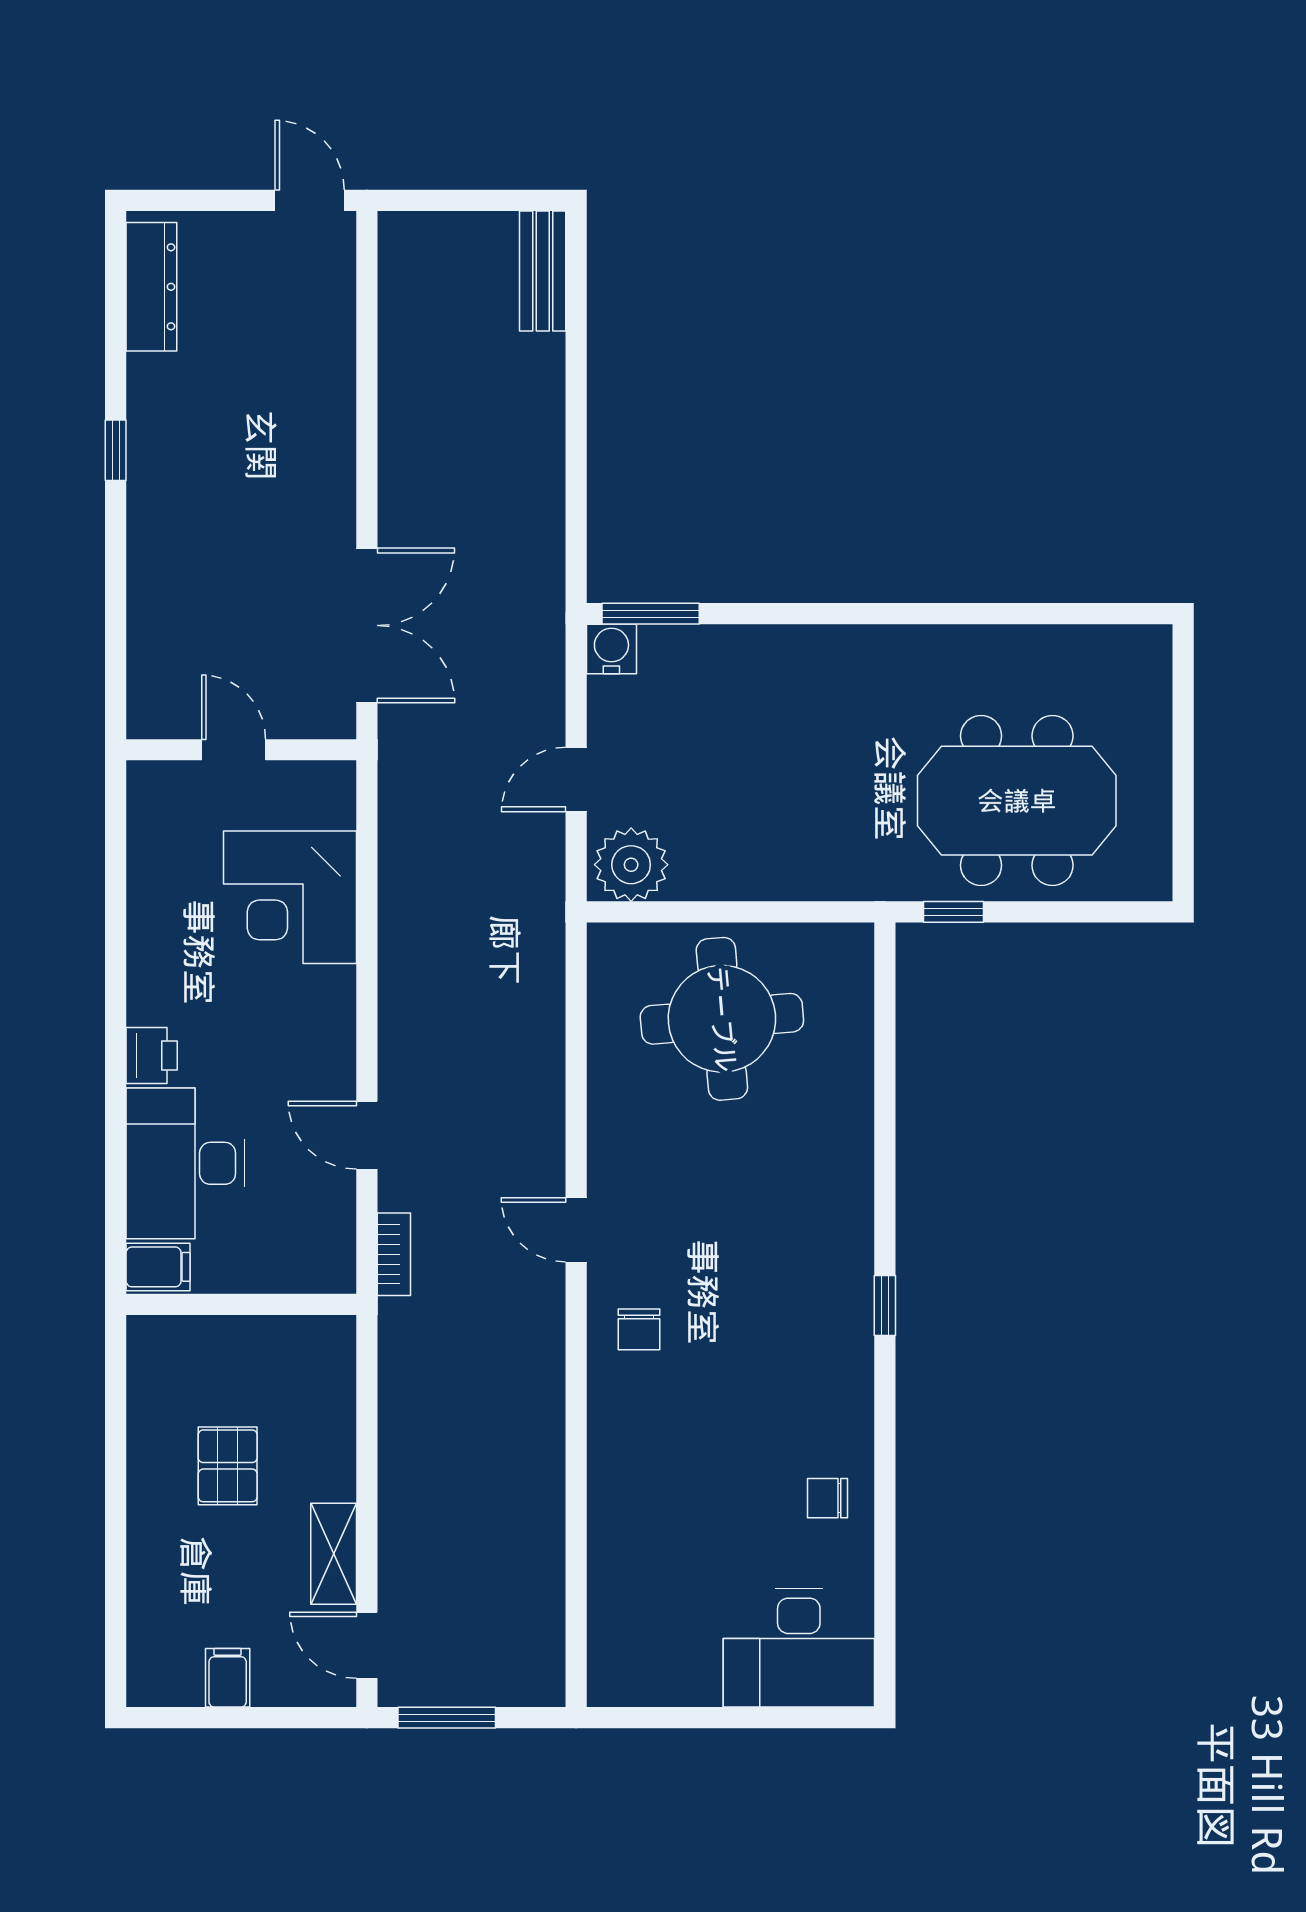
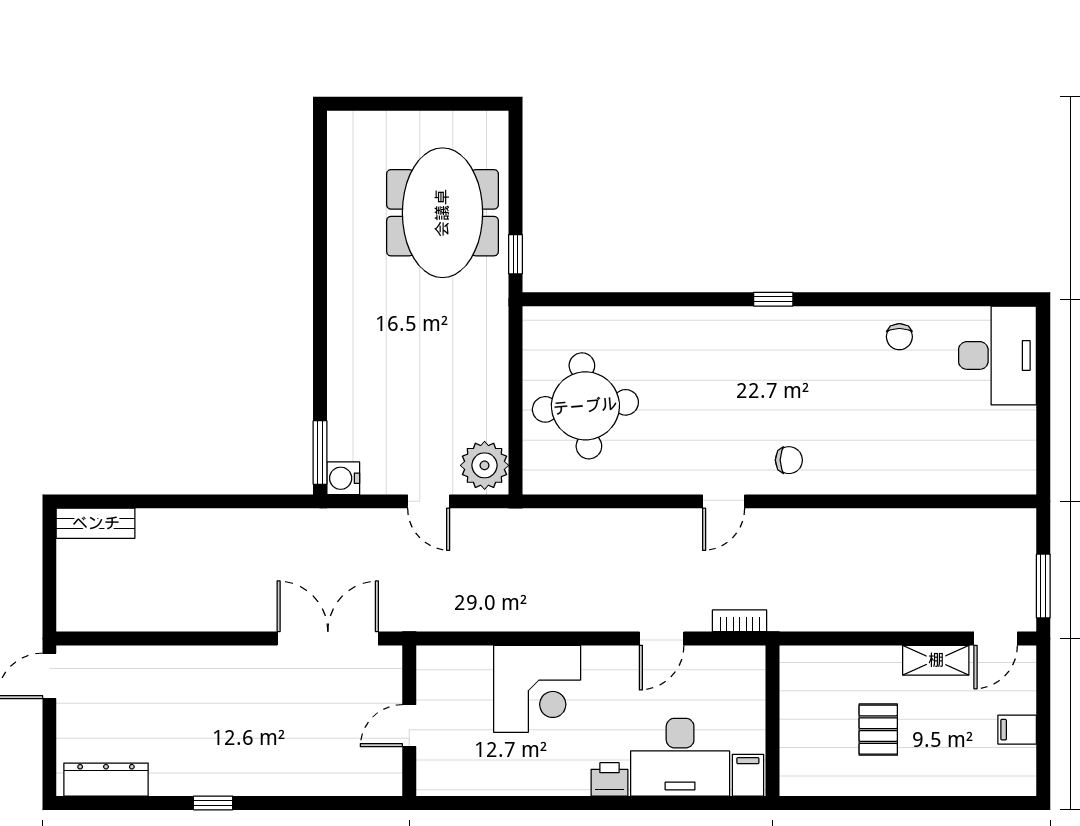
corner desk: (290, 897) -> (537, 689), moved
pallet: (228, 1466) -> (878, 730), turned 90

